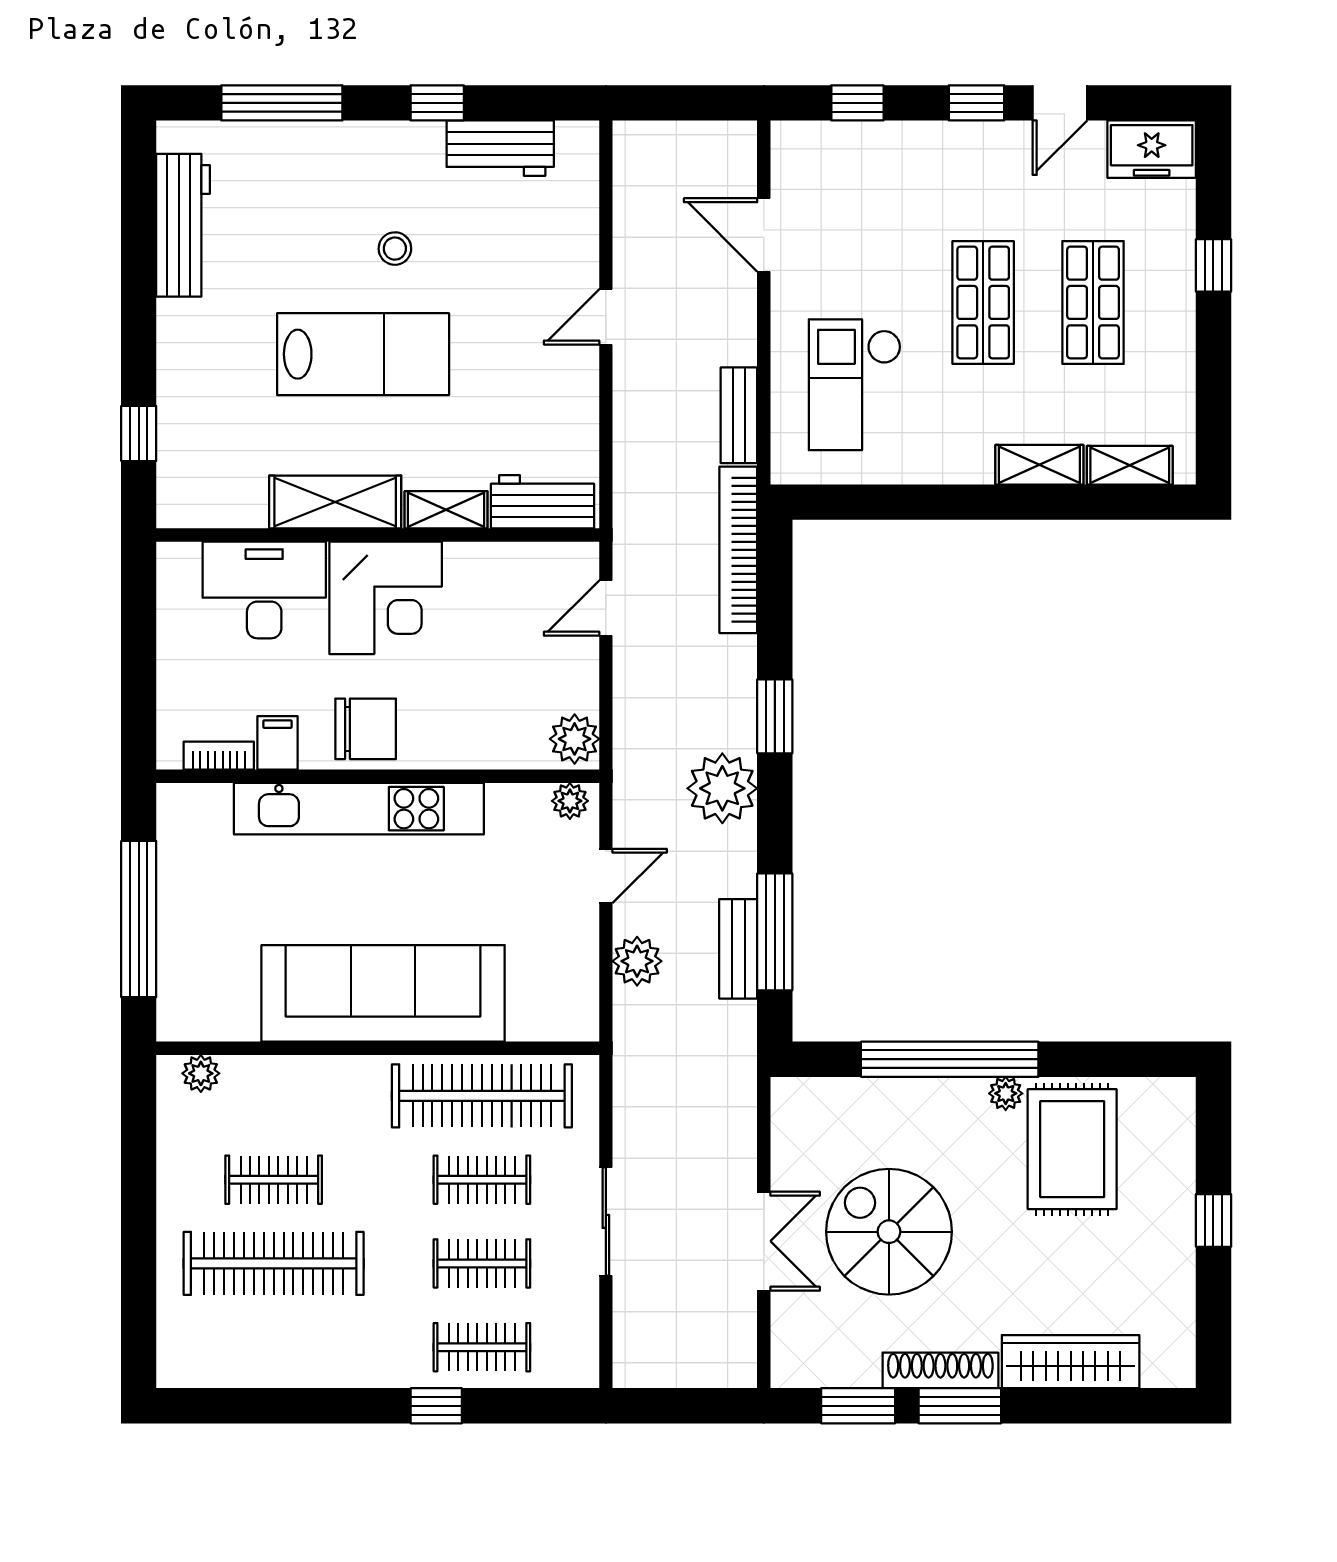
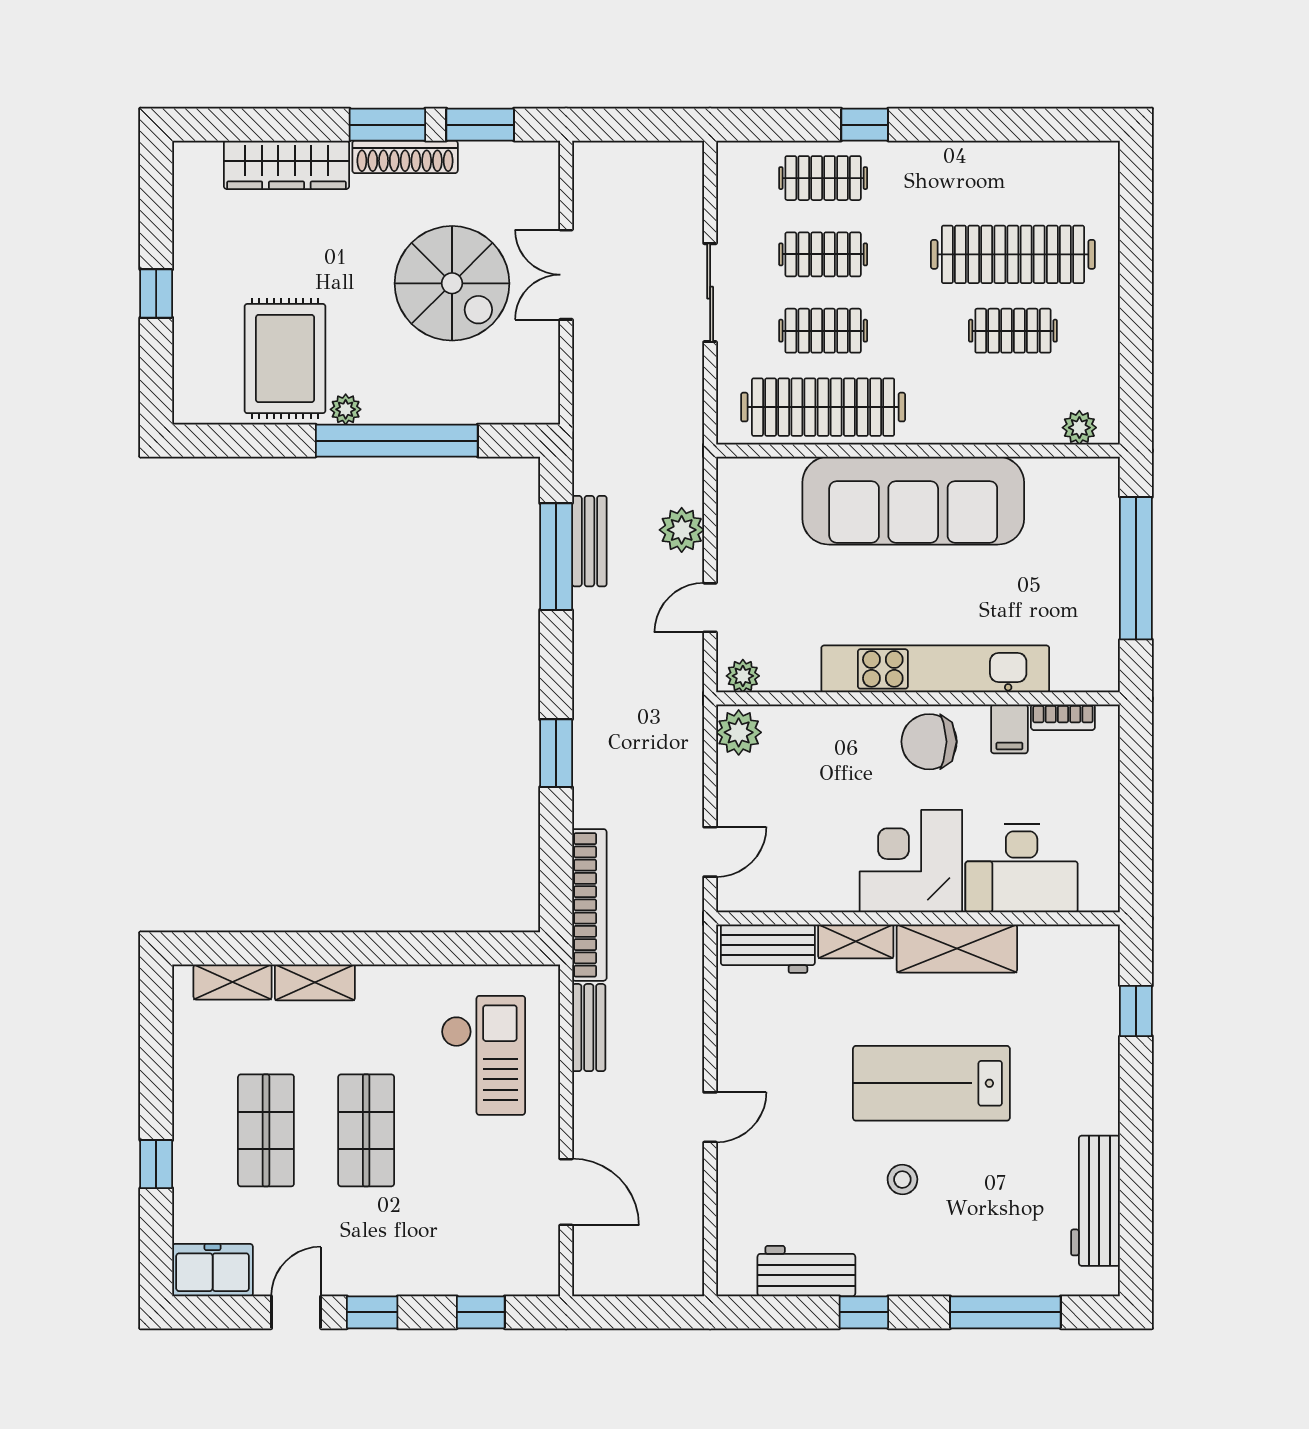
plant: (722, 788) -> (604, 687), removed

